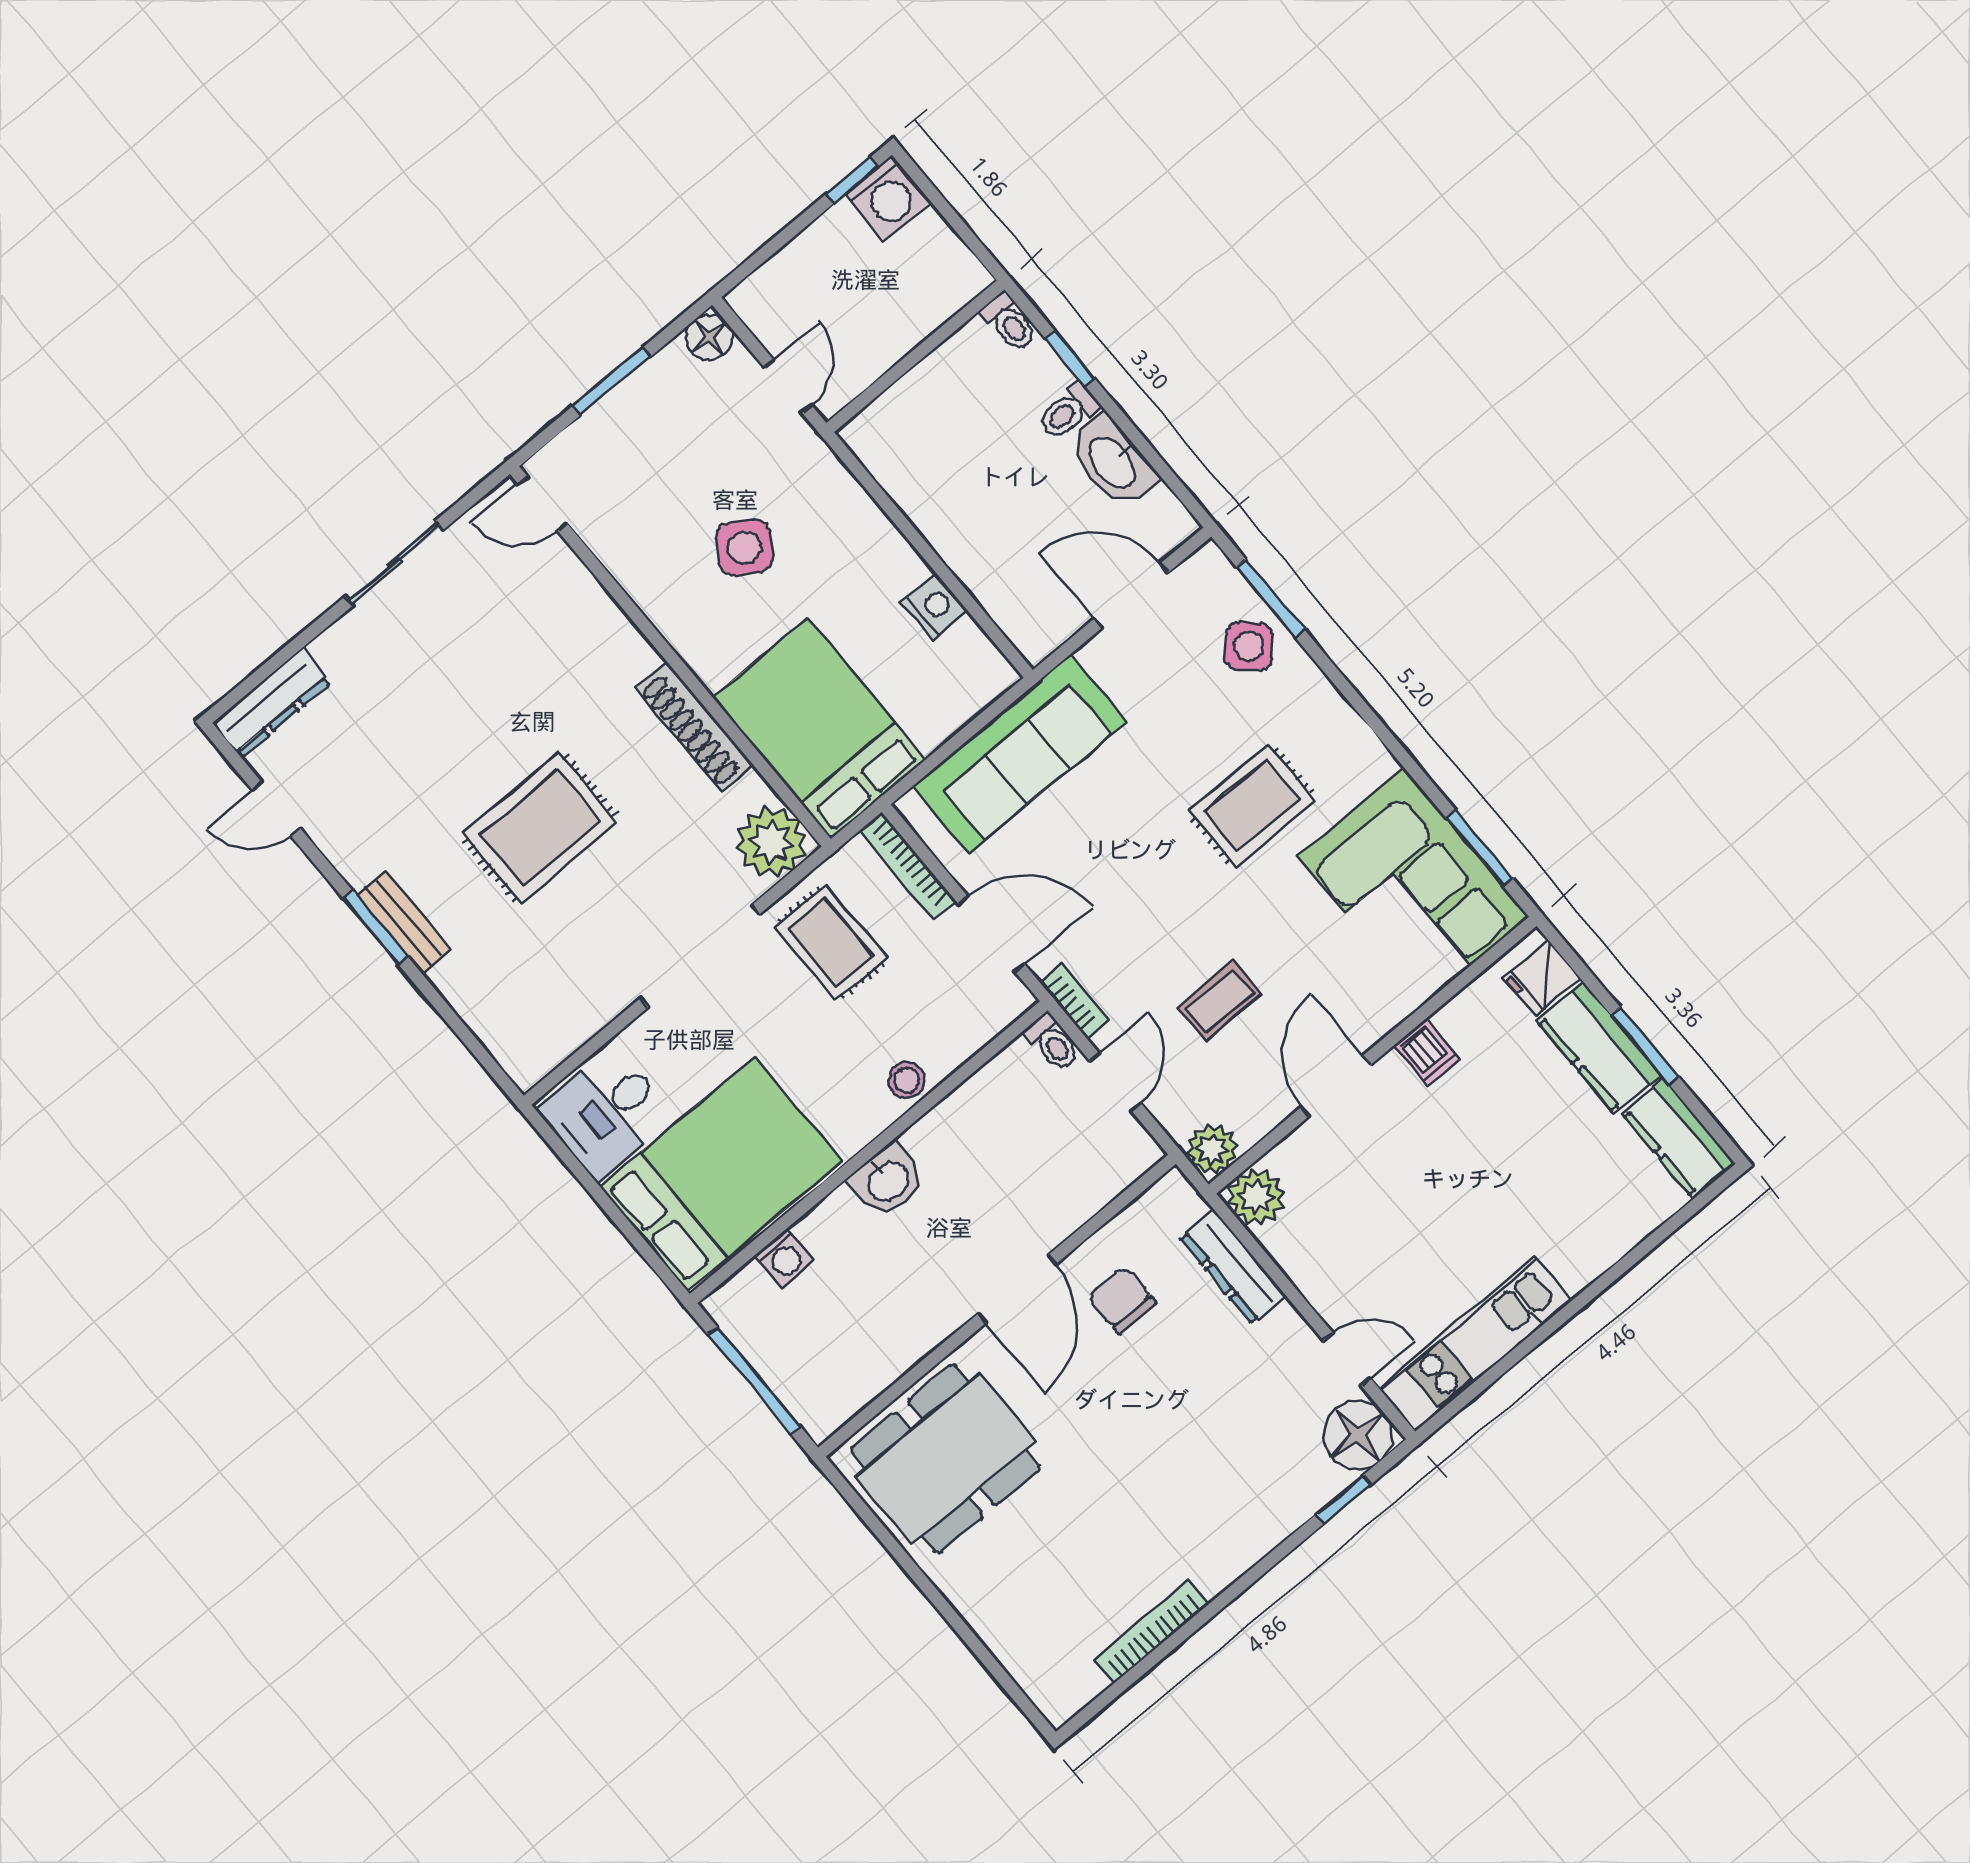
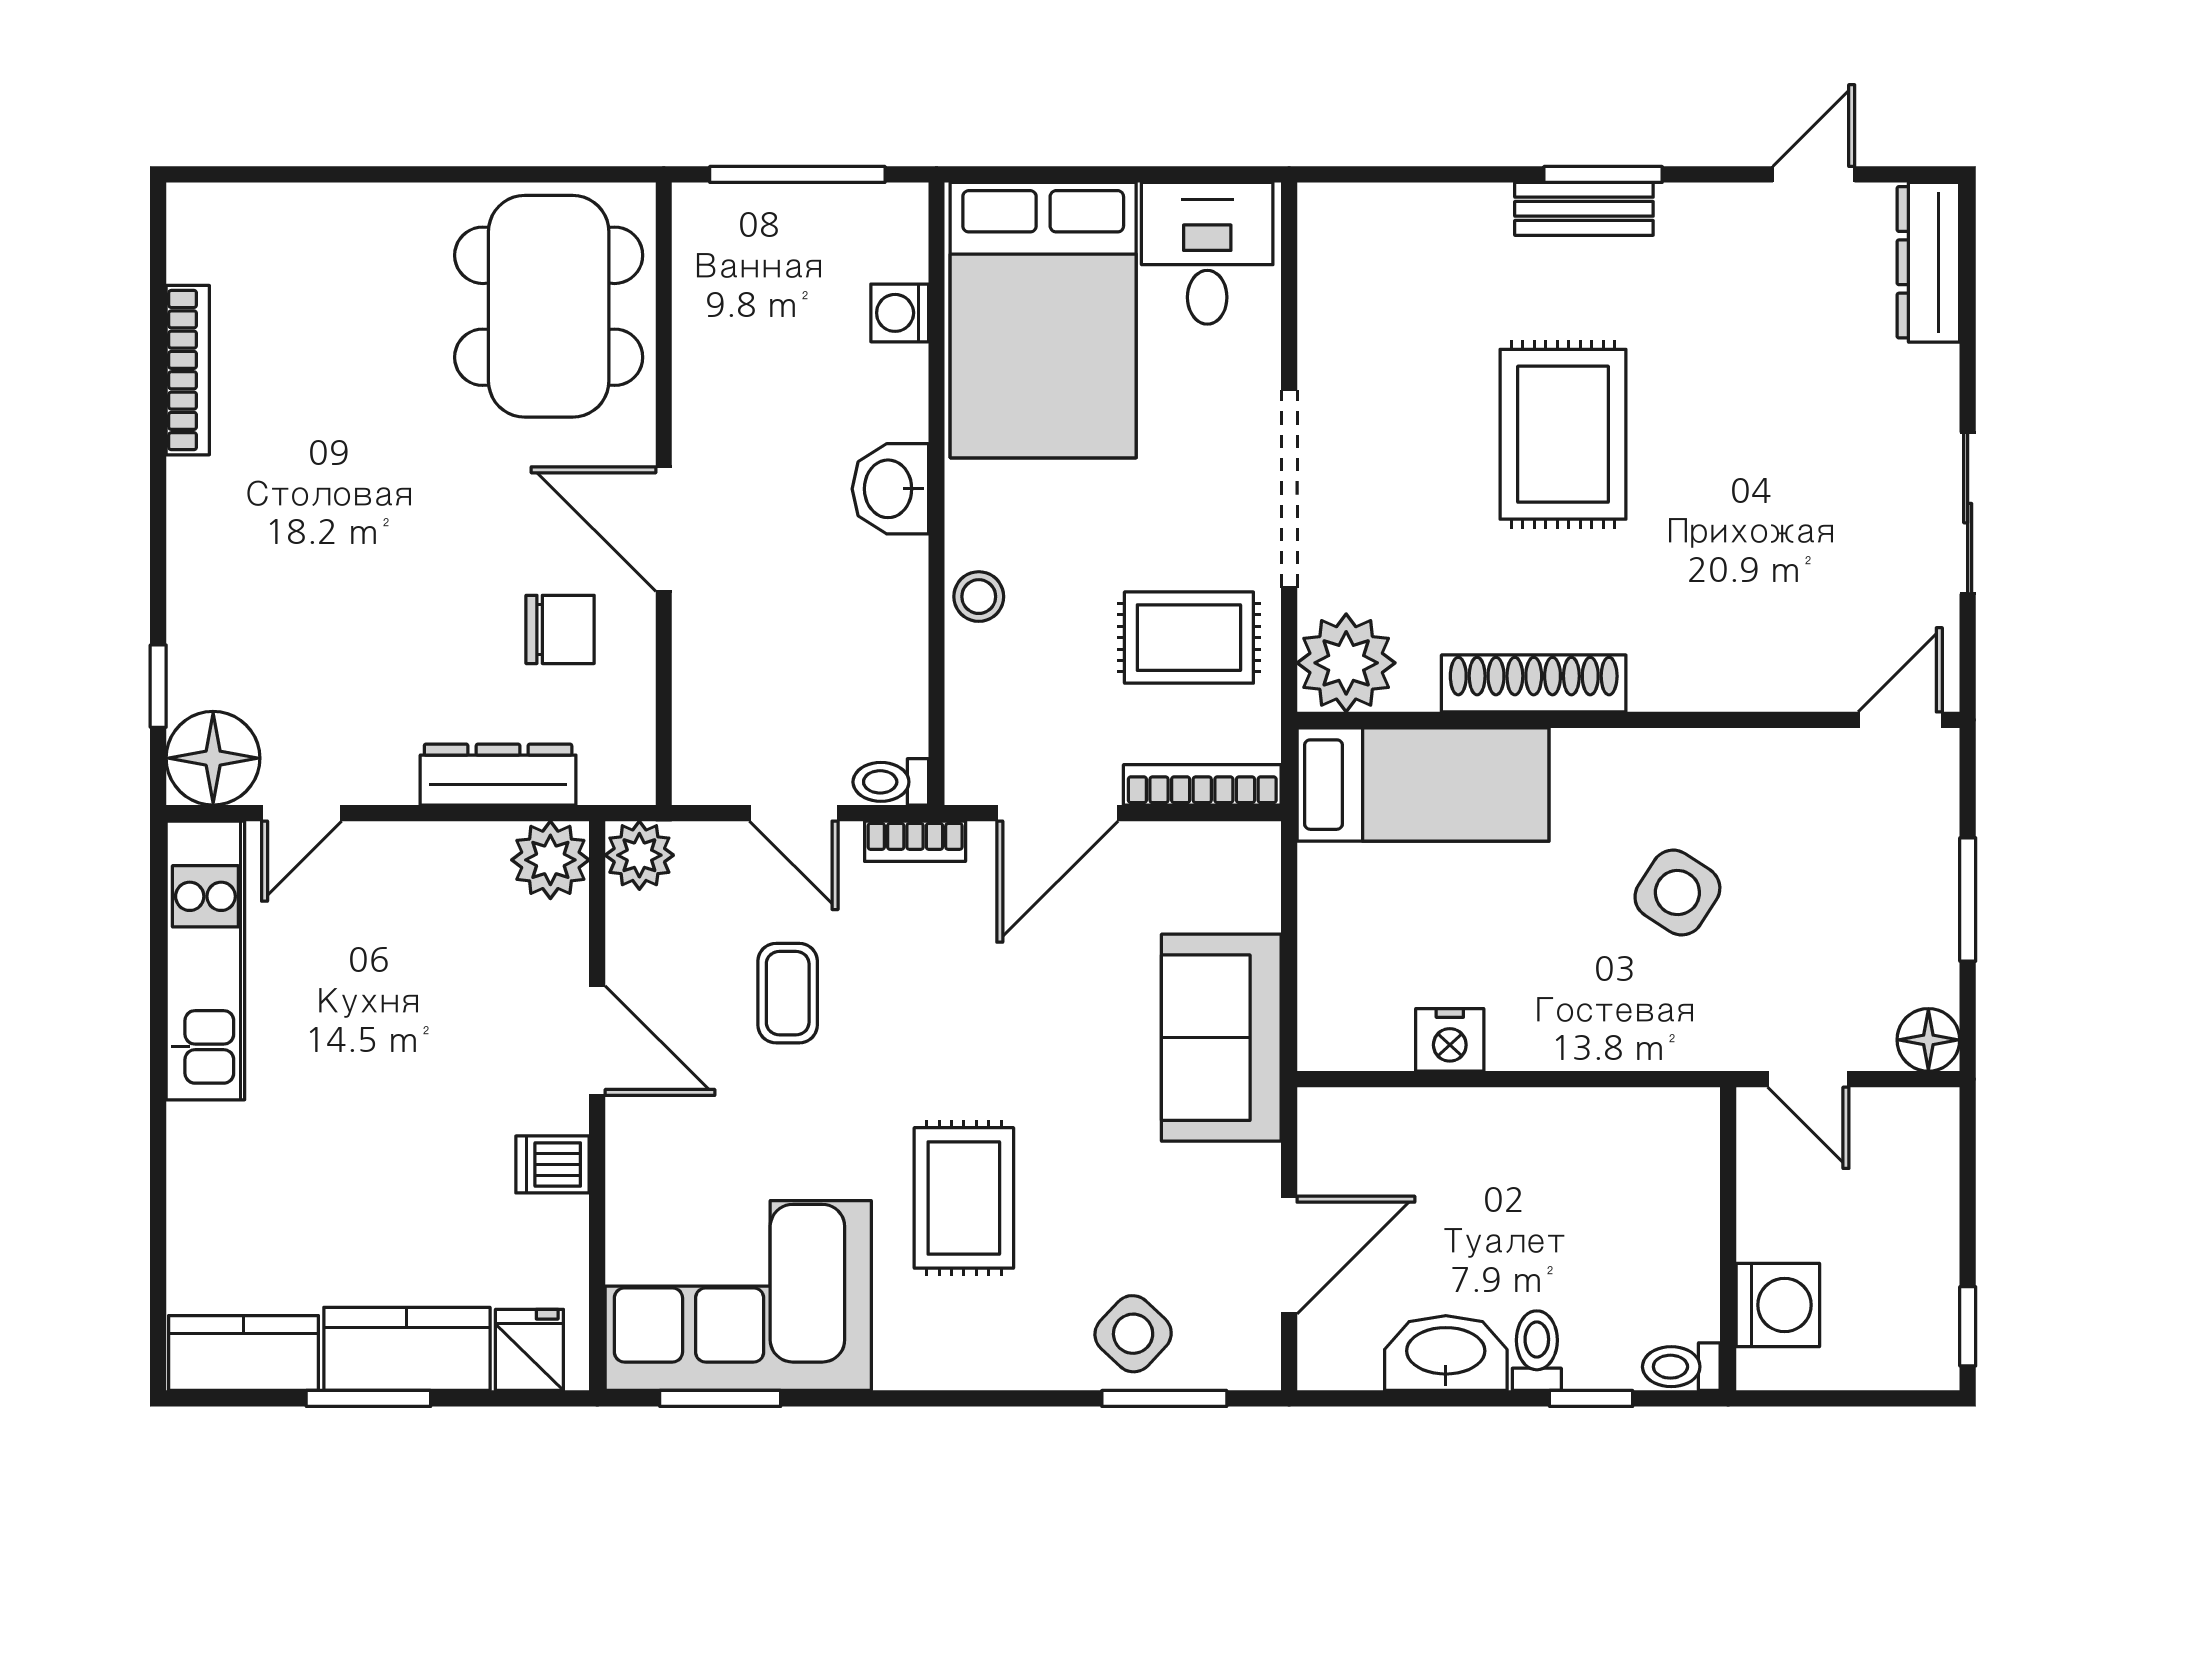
washing machine: (888, 198) -> (1778, 1305), moved, turned 180
bed: (819, 728) -> (1423, 785), width x0.67
sofa: (1020, 754) -> (1221, 1038), width x0.73

